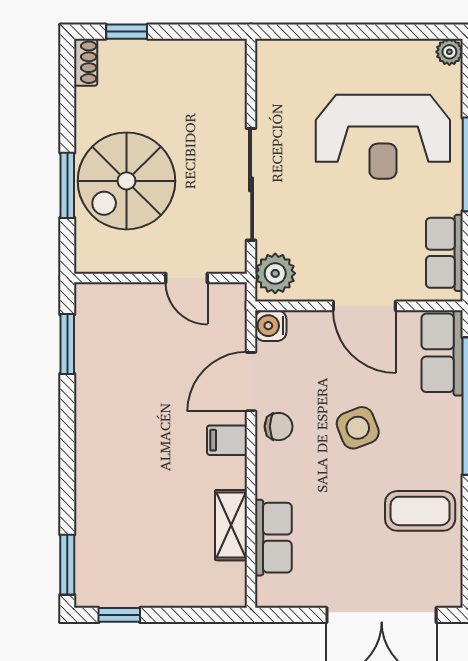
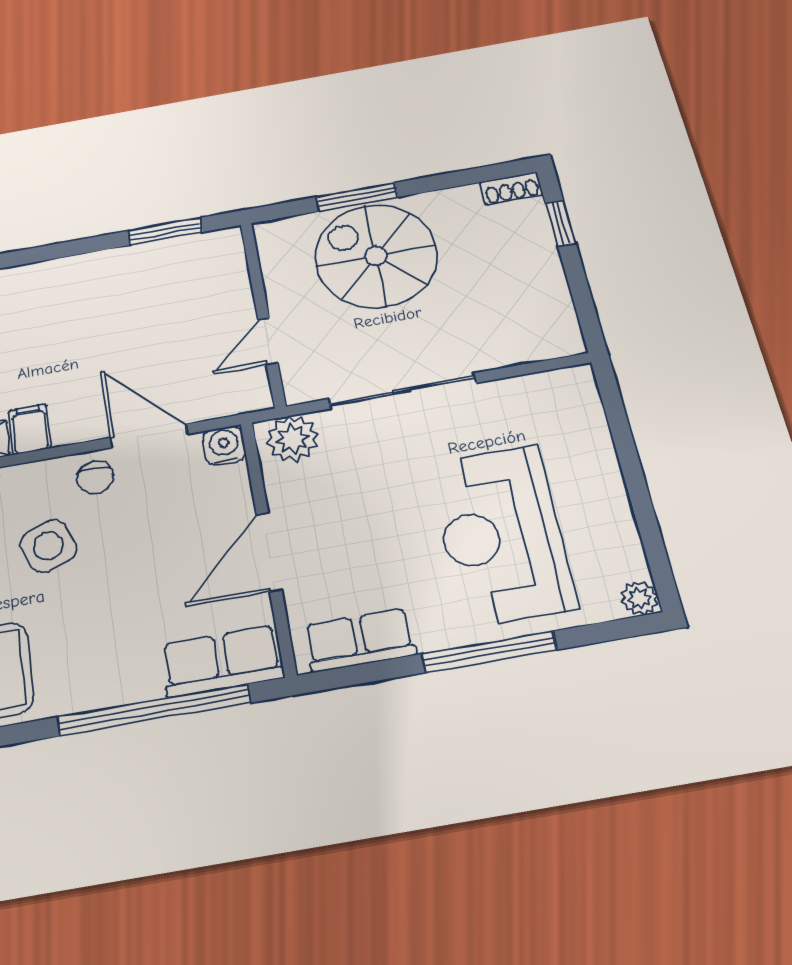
side table: (358, 428) -> (48, 546), moved
filing cabinet: (227, 440) -> (30, 429), moved

